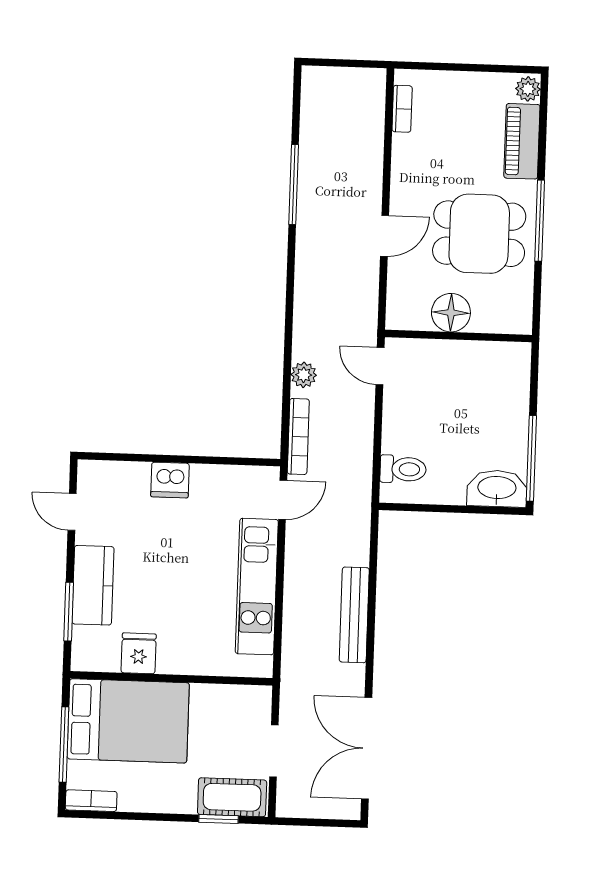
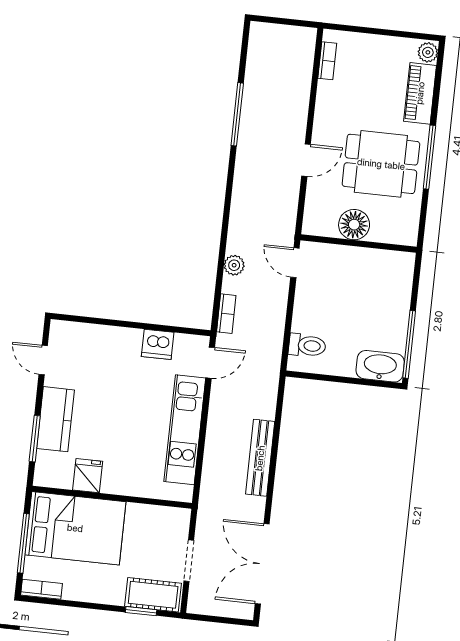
bookcase: (298, 437) -> (226, 314), width x0.64
dishwasher: (170, 480) -> (158, 344), moved

